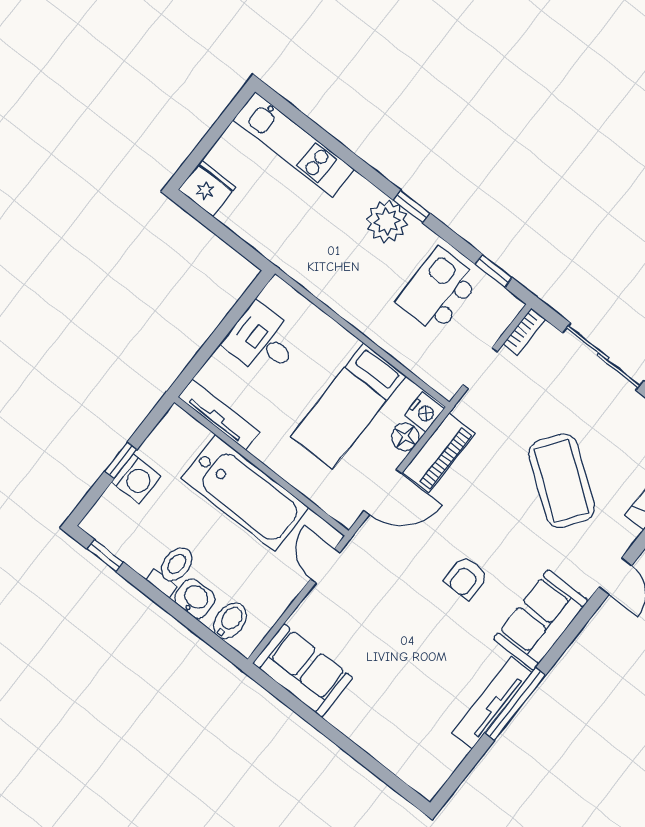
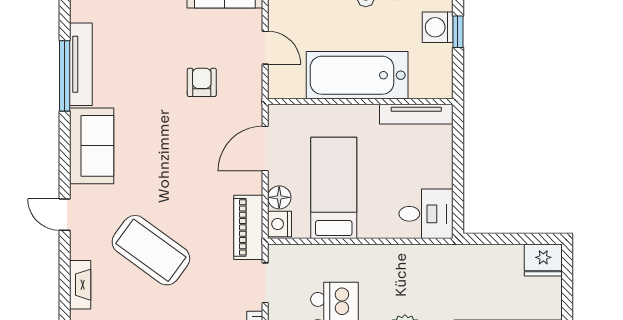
desk: (262, 341) -> (426, 214), moved
piano: (439, 453) -> (248, 227), moved
door: (325, 566) -> (265, 48), moved
armchair: (466, 578) -> (202, 82), moved

